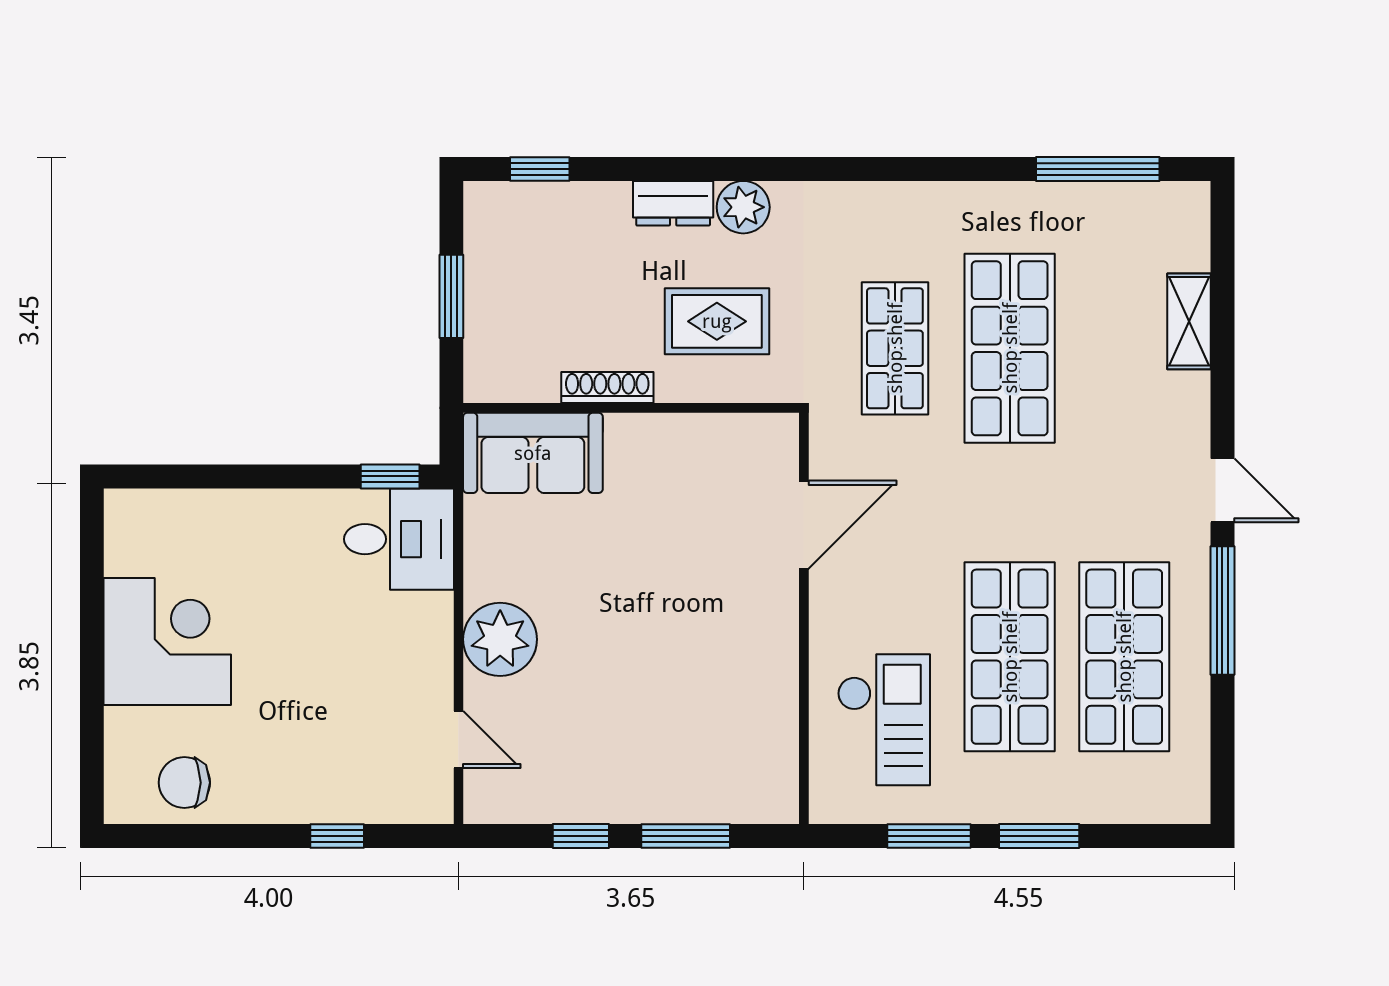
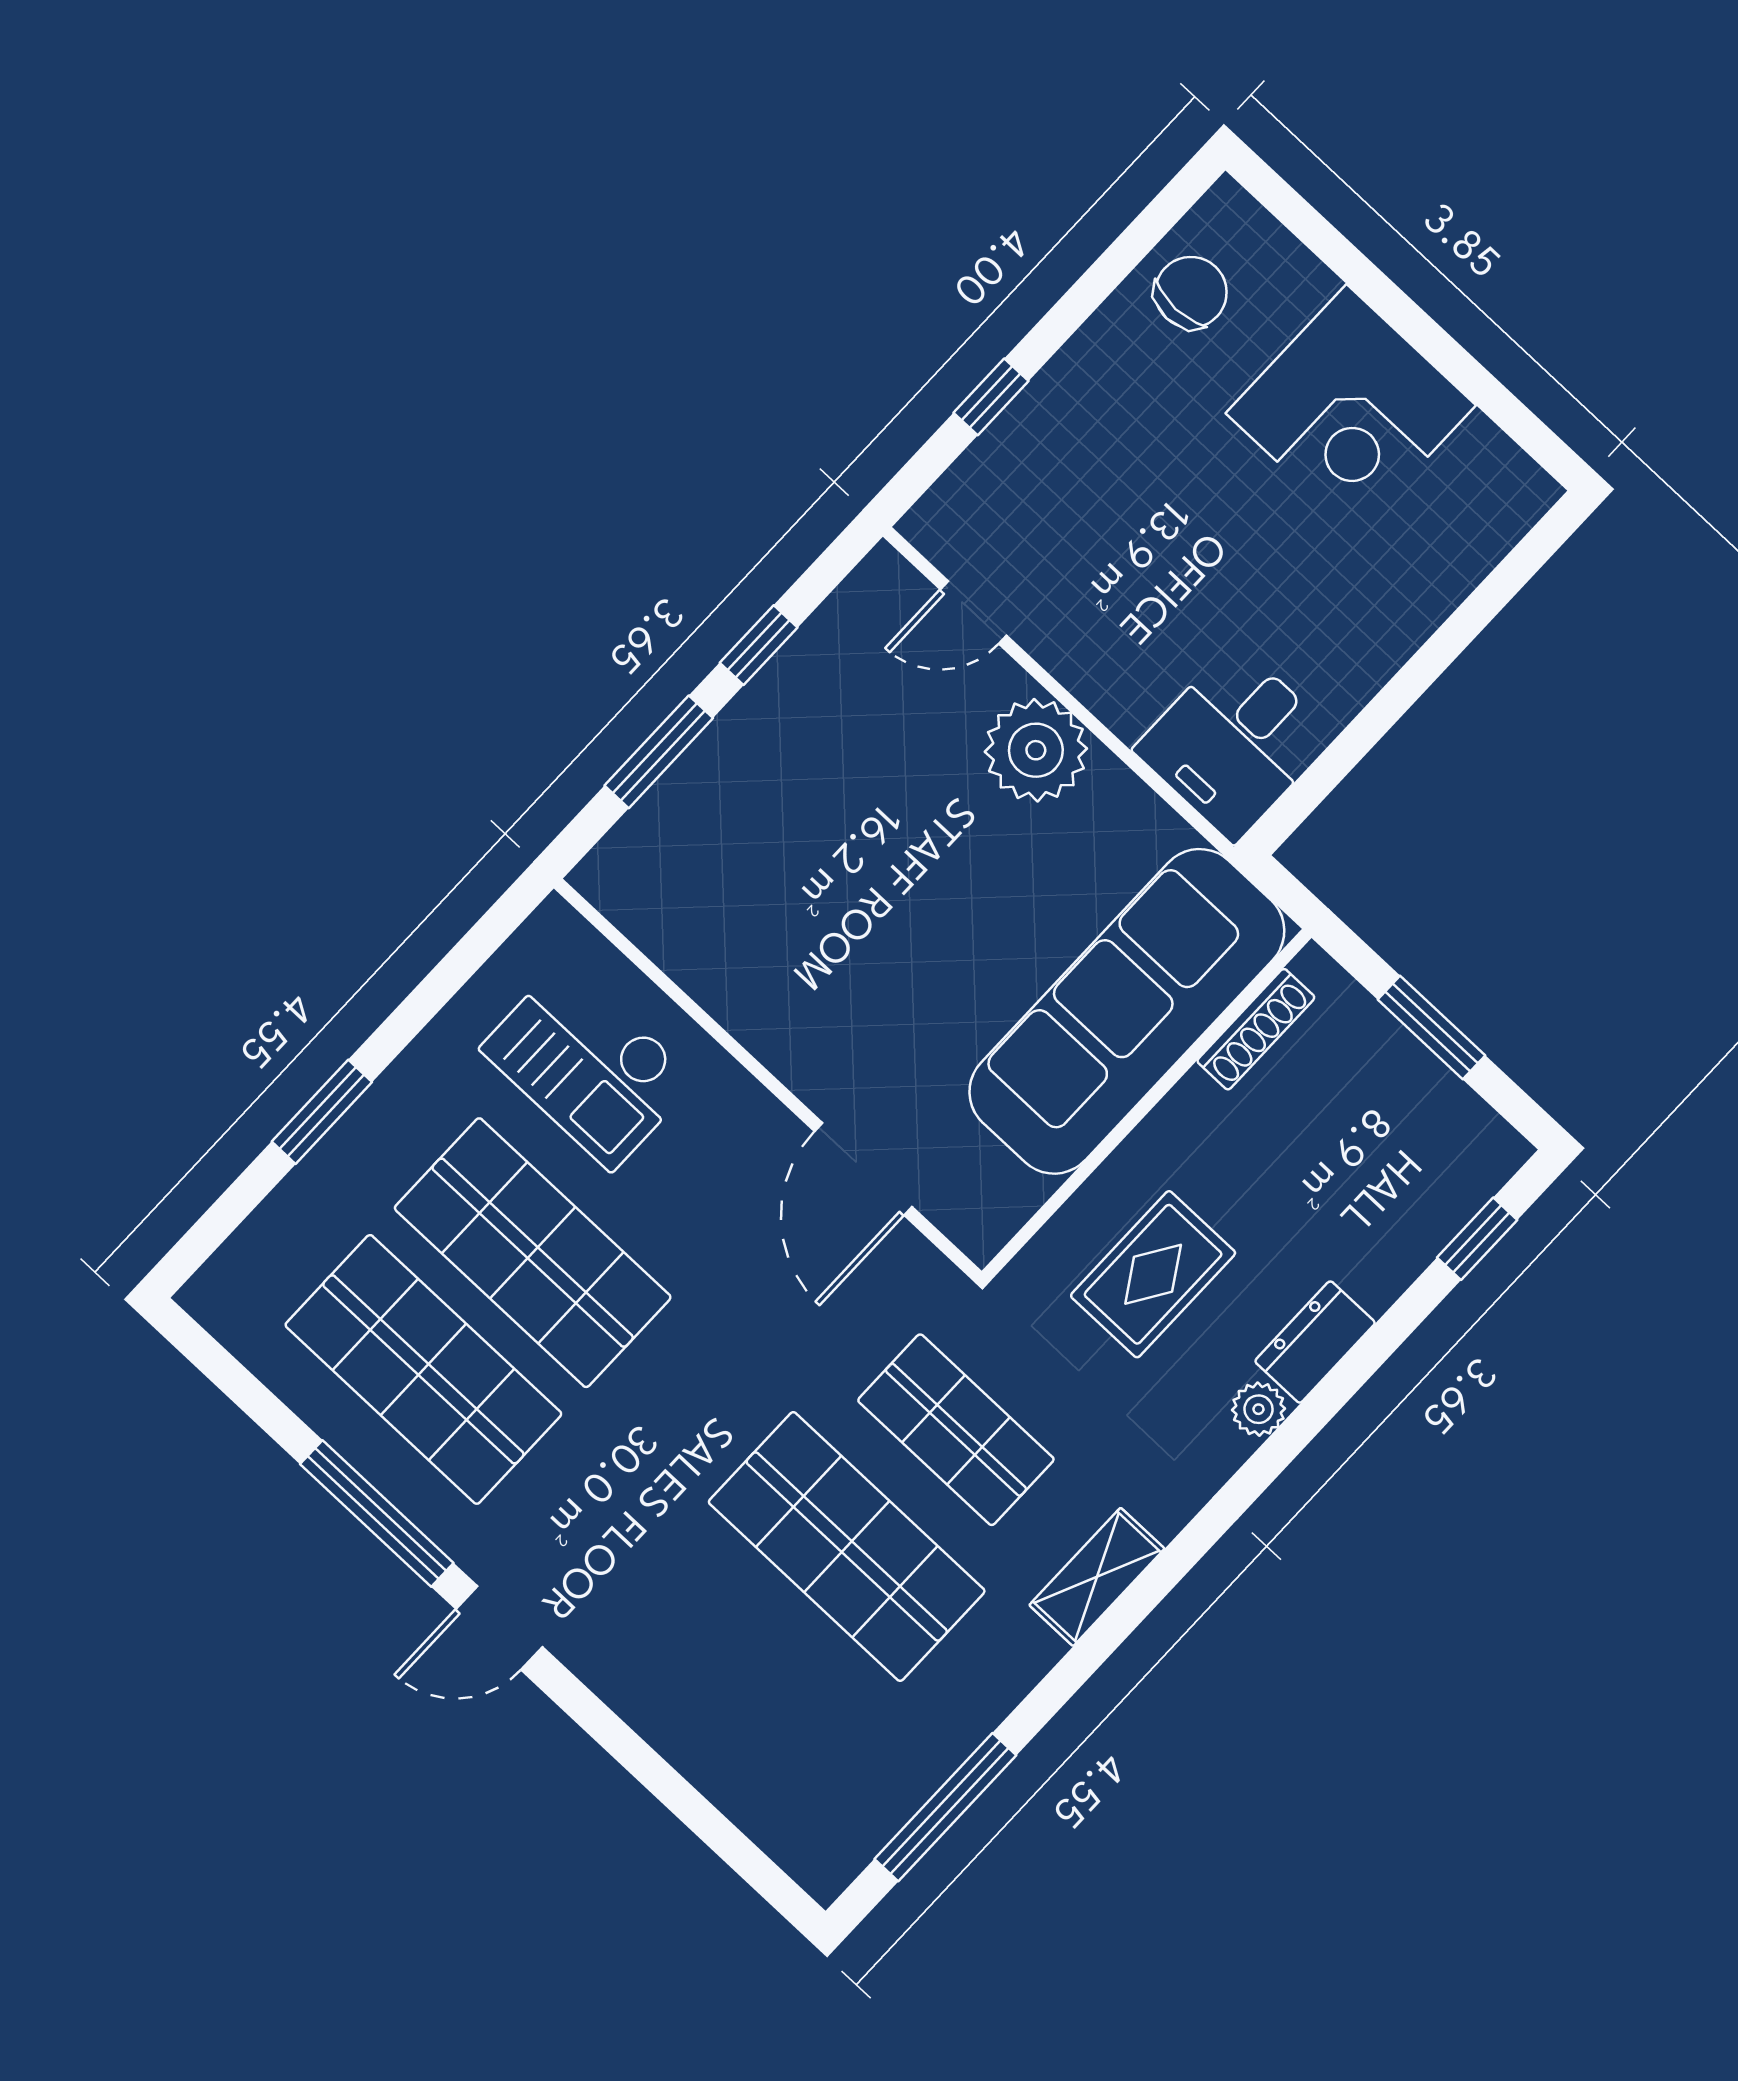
plant: (743, 207) -> (1258, 1409), width x0.73, depth x0.73
shelving: (1189, 321) -> (1097, 1577), moved, turned 90
shoe rack: (607, 388) -> (1256, 1029), moved
sofa: (533, 453) -> (1127, 1011), width x1.85, depth x1.27
window: (390, 476) -> (1307, 793), removed
window: (929, 836) -> (427, 1000), removed

